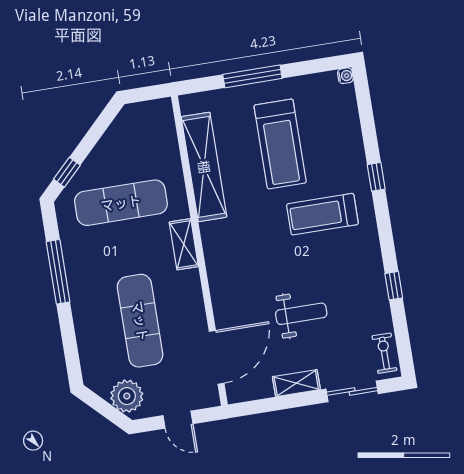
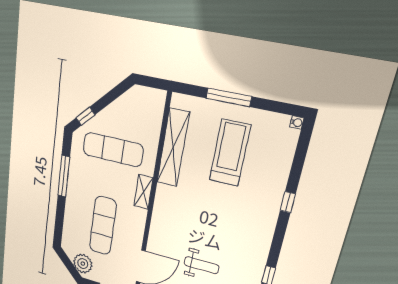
treadmill: (280, 144) -> (230, 153), turned 180
treadmill: (322, 214) -> (240, 211), removed

